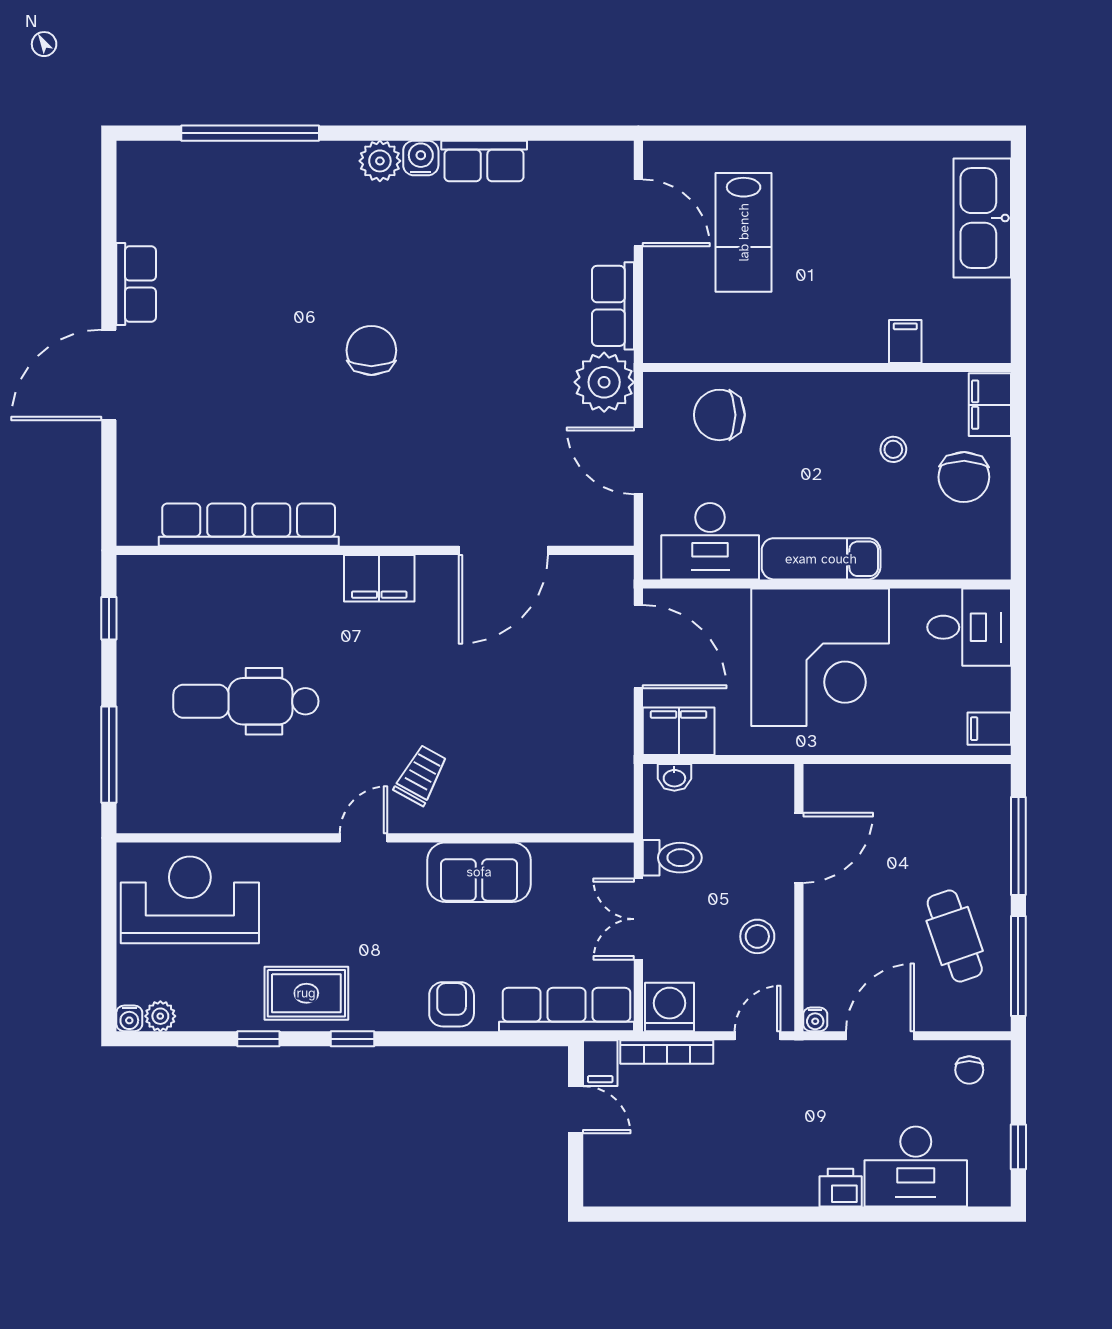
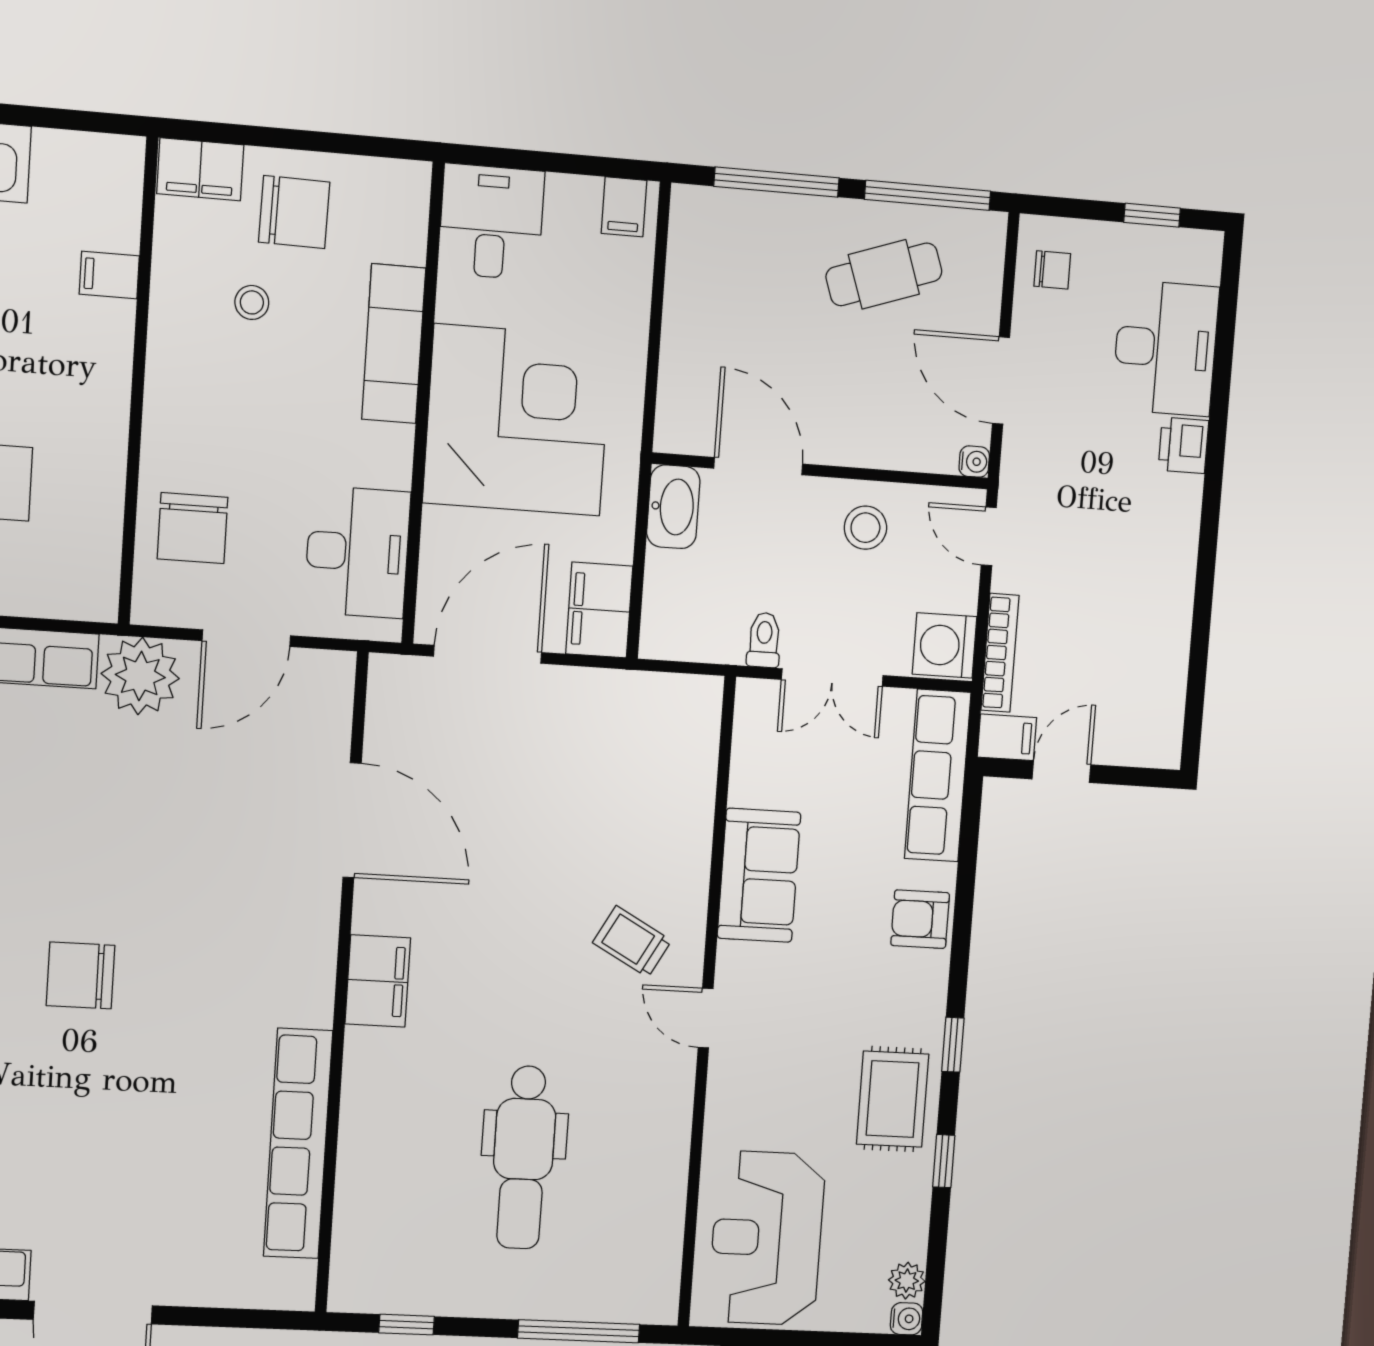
exam couch: (821, 559) -> (394, 344), moved
washbasin: (674, 777) -> (673, 507), moved, width x1.91, depth x1.45
toilet: (672, 858) -> (764, 640), width x0.73, depth x0.72

